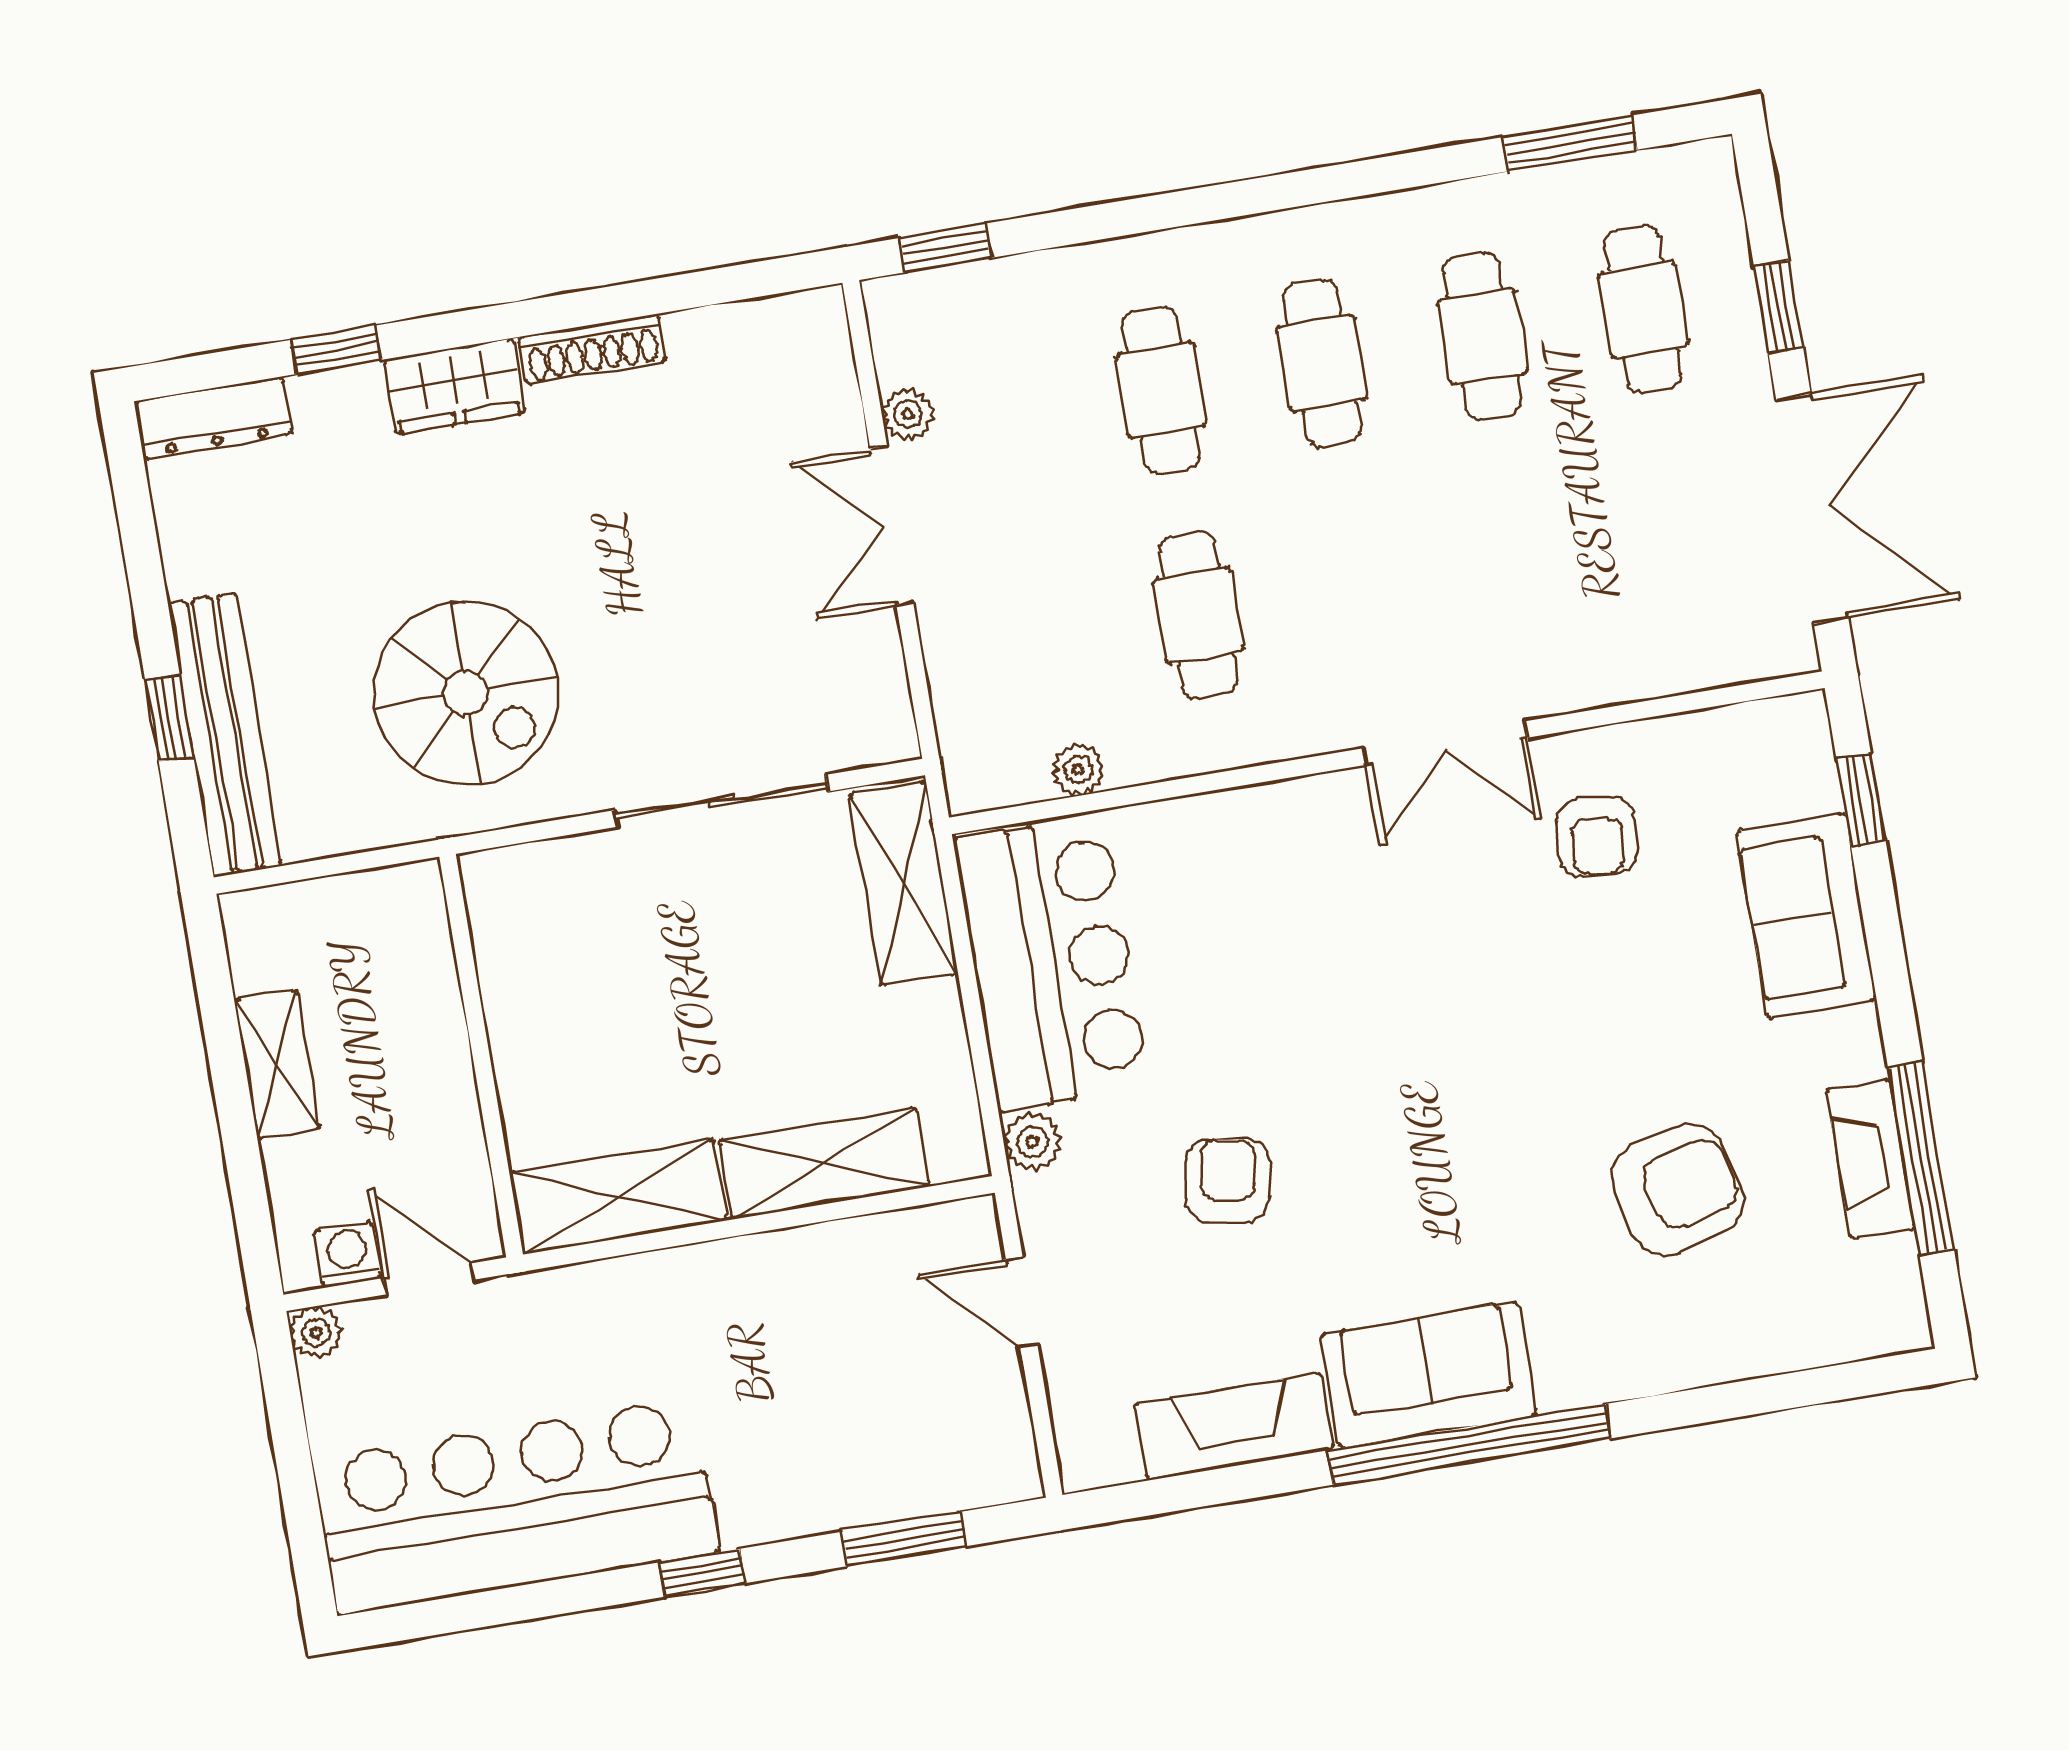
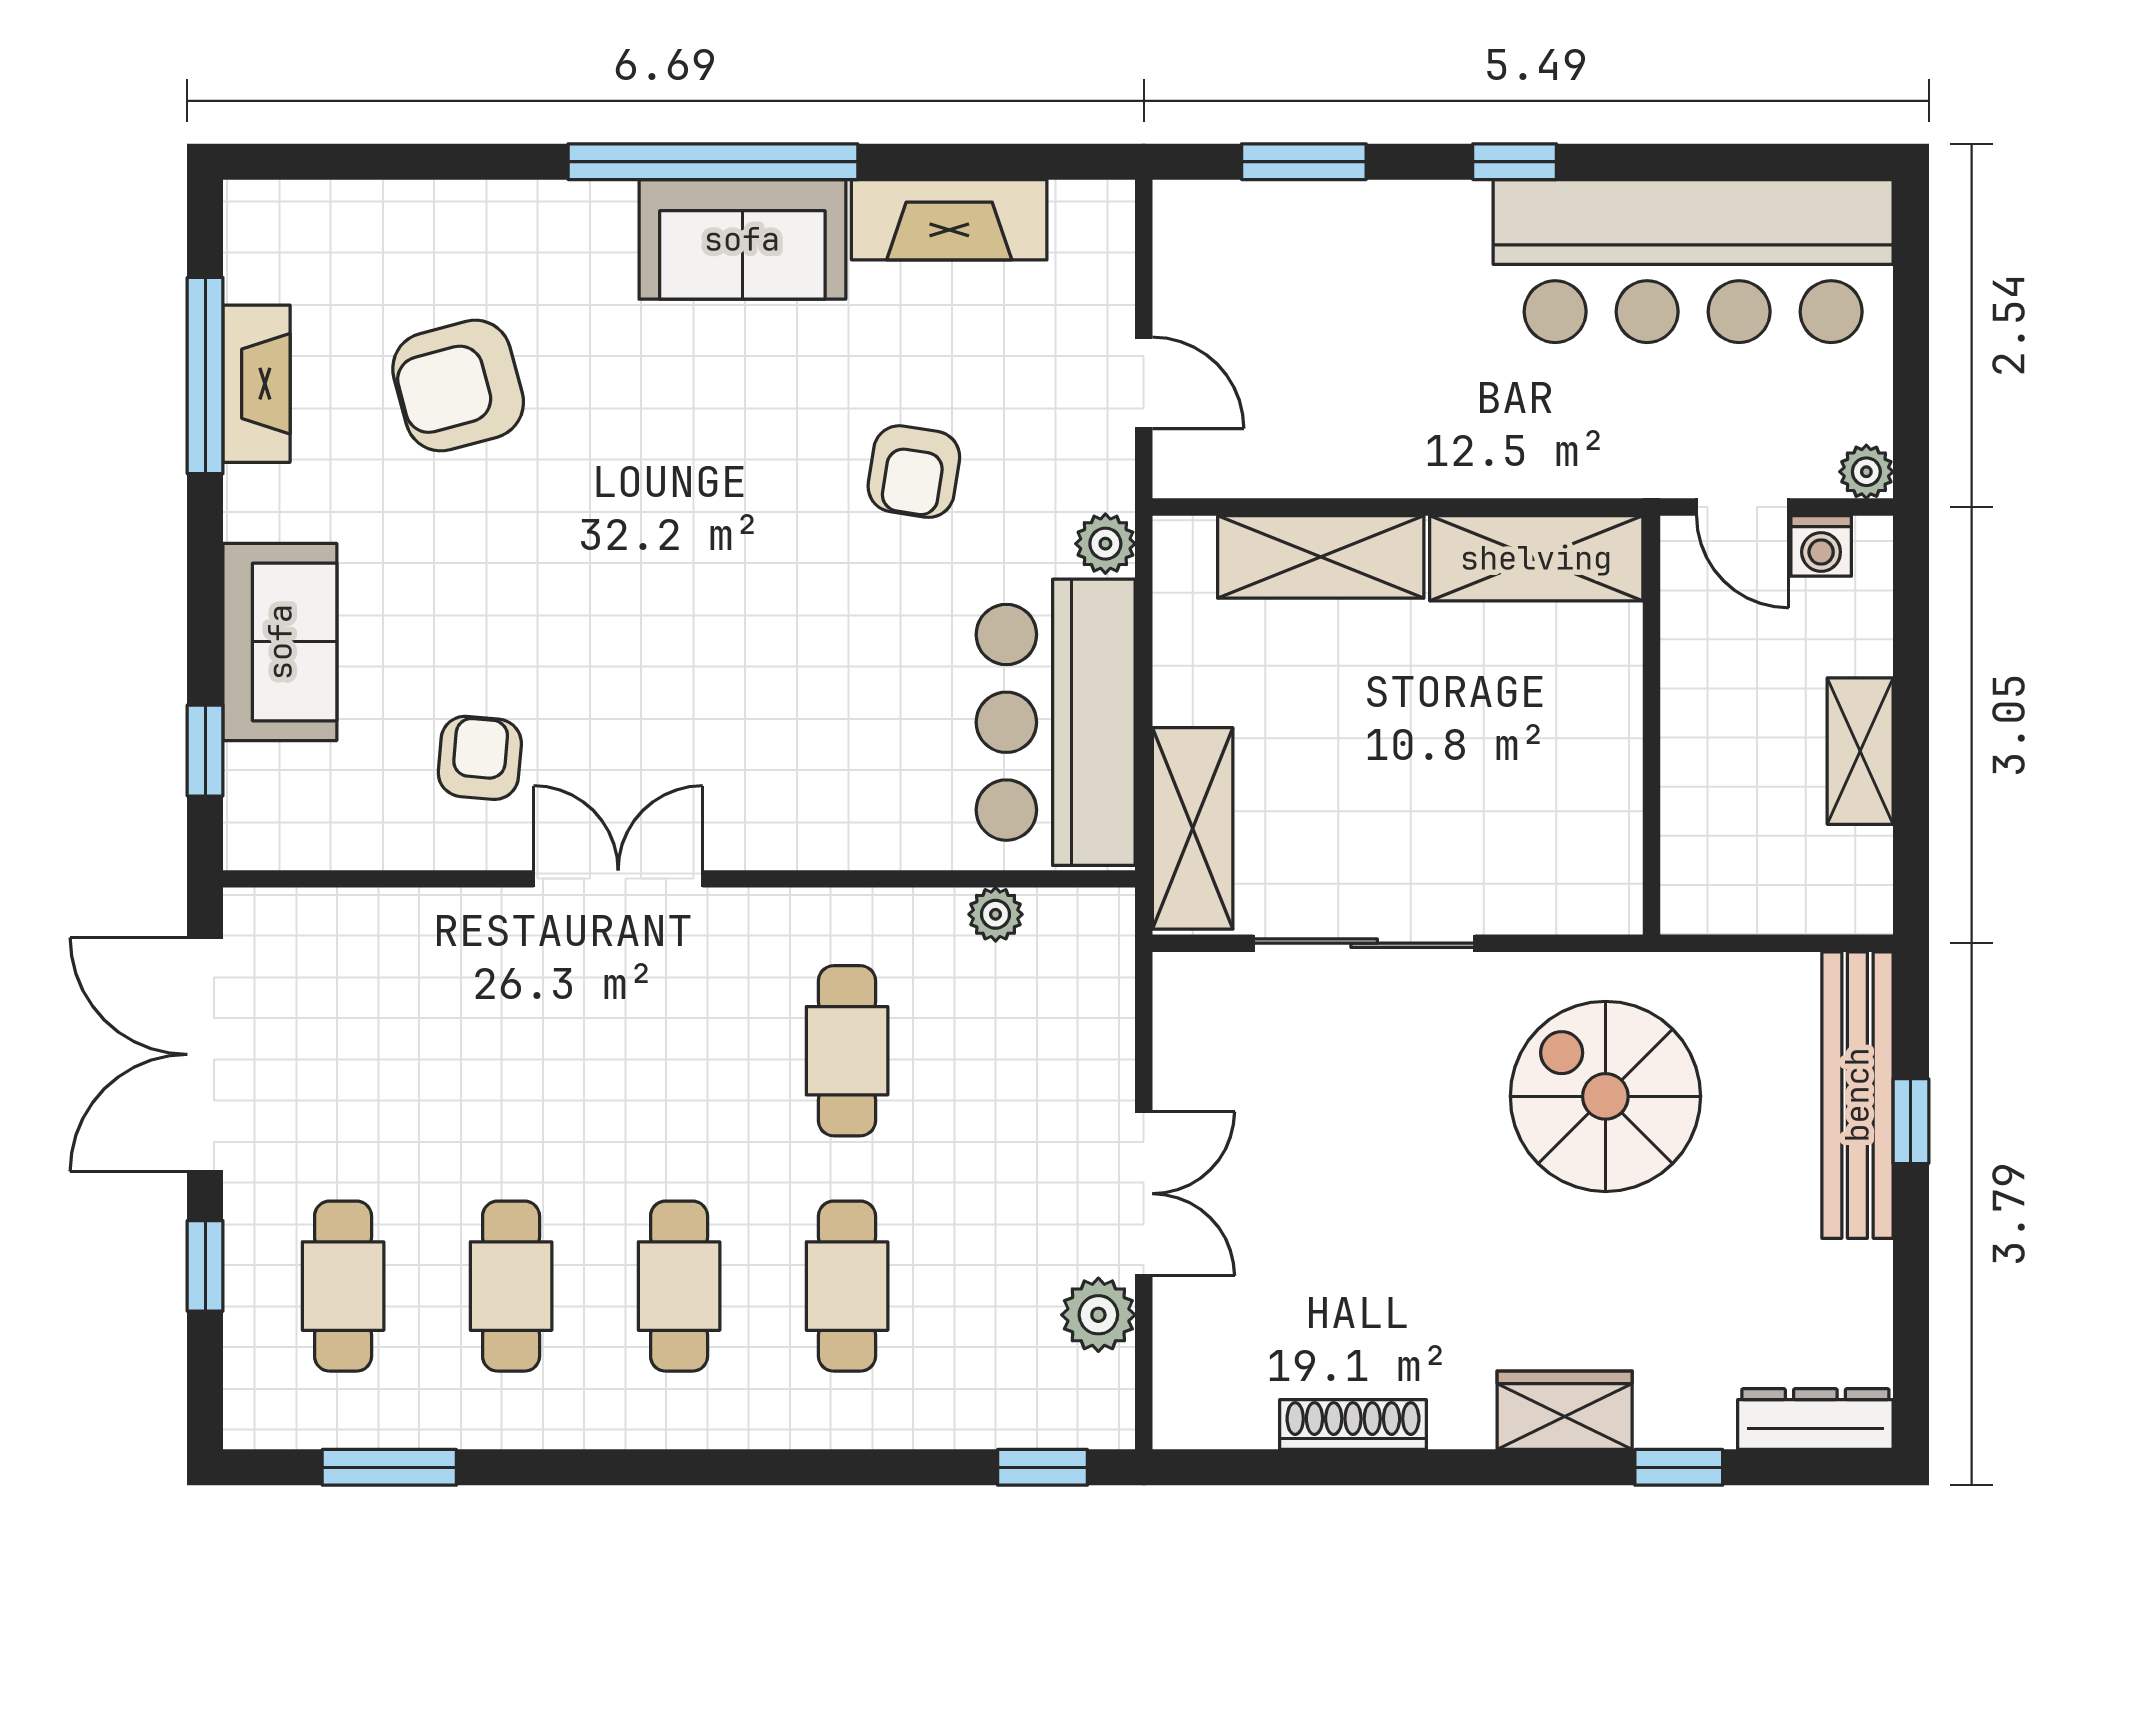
shoe rack: (592, 349) -> (1353, 1425), moved
plant: (908, 414) -> (1098, 1315), width x1.38, depth x1.38

